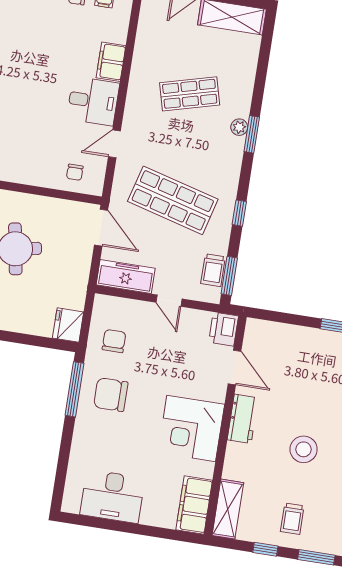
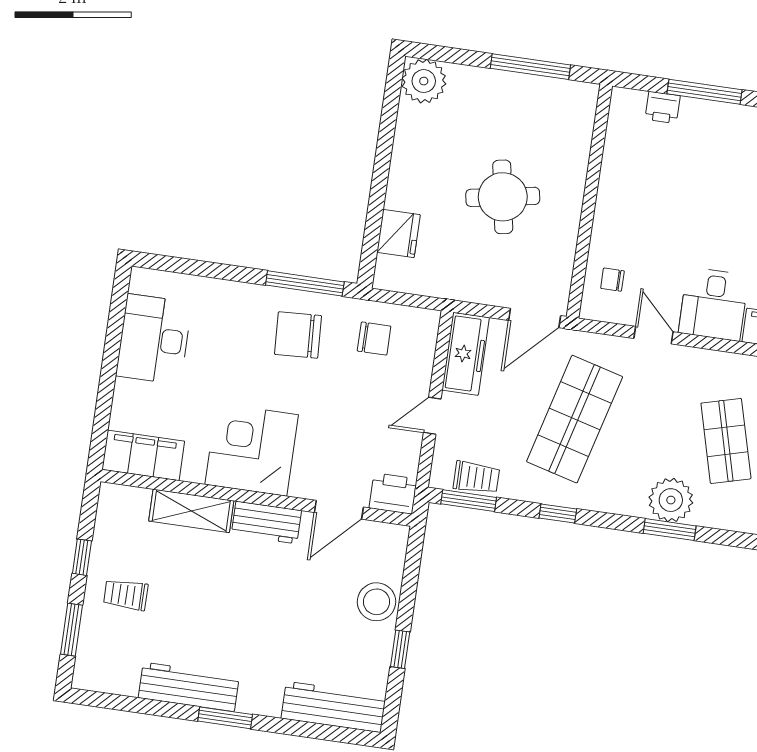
plant: (239, 127) -> (671, 500), width x1.88, depth x1.88
trolley: (213, 270) -> (476, 477), turned 180
fridge: (68, 325) -> (398, 233), moved, turned 90
chair: (111, 395) -> (298, 335), turned -93
stool: (304, 449) -> (376, 602), moved
shelving: (228, 509) -> (191, 511), moved

